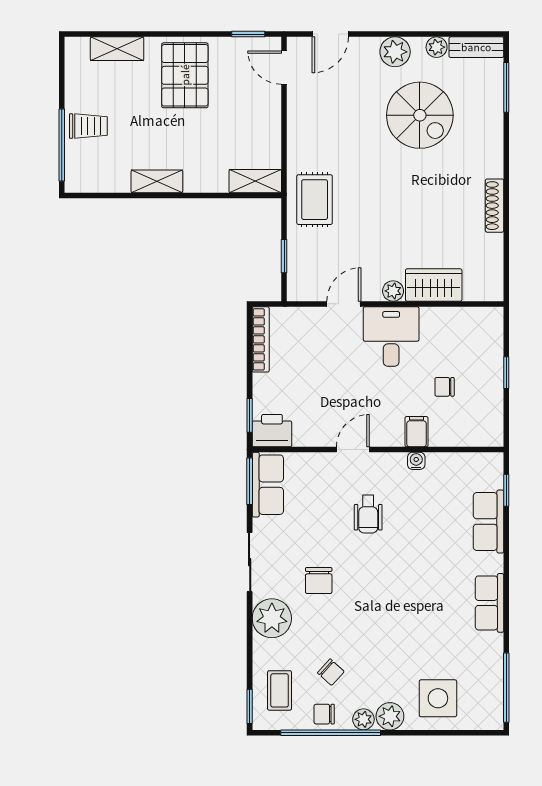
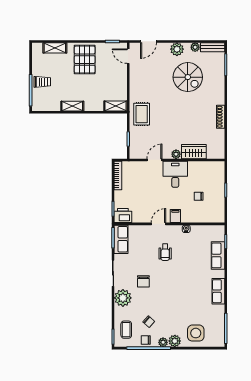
filing cabinet: (417, 432) -> (175, 216), moved

